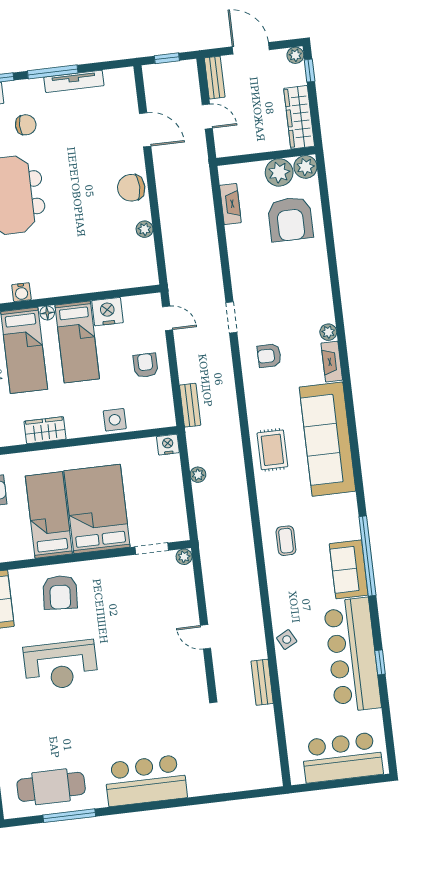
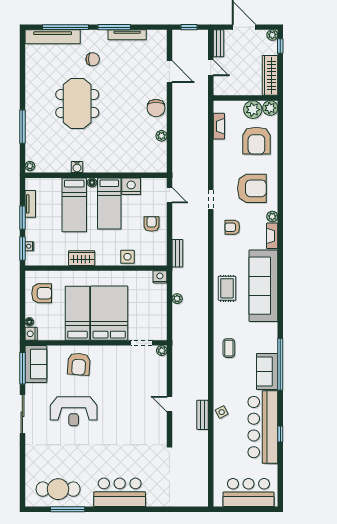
chair: (131, 188) -> (156, 108), turned -90
armchair: (292, 293) -> (252, 188), added
bench: (262, 682) -> (203, 415), moved

